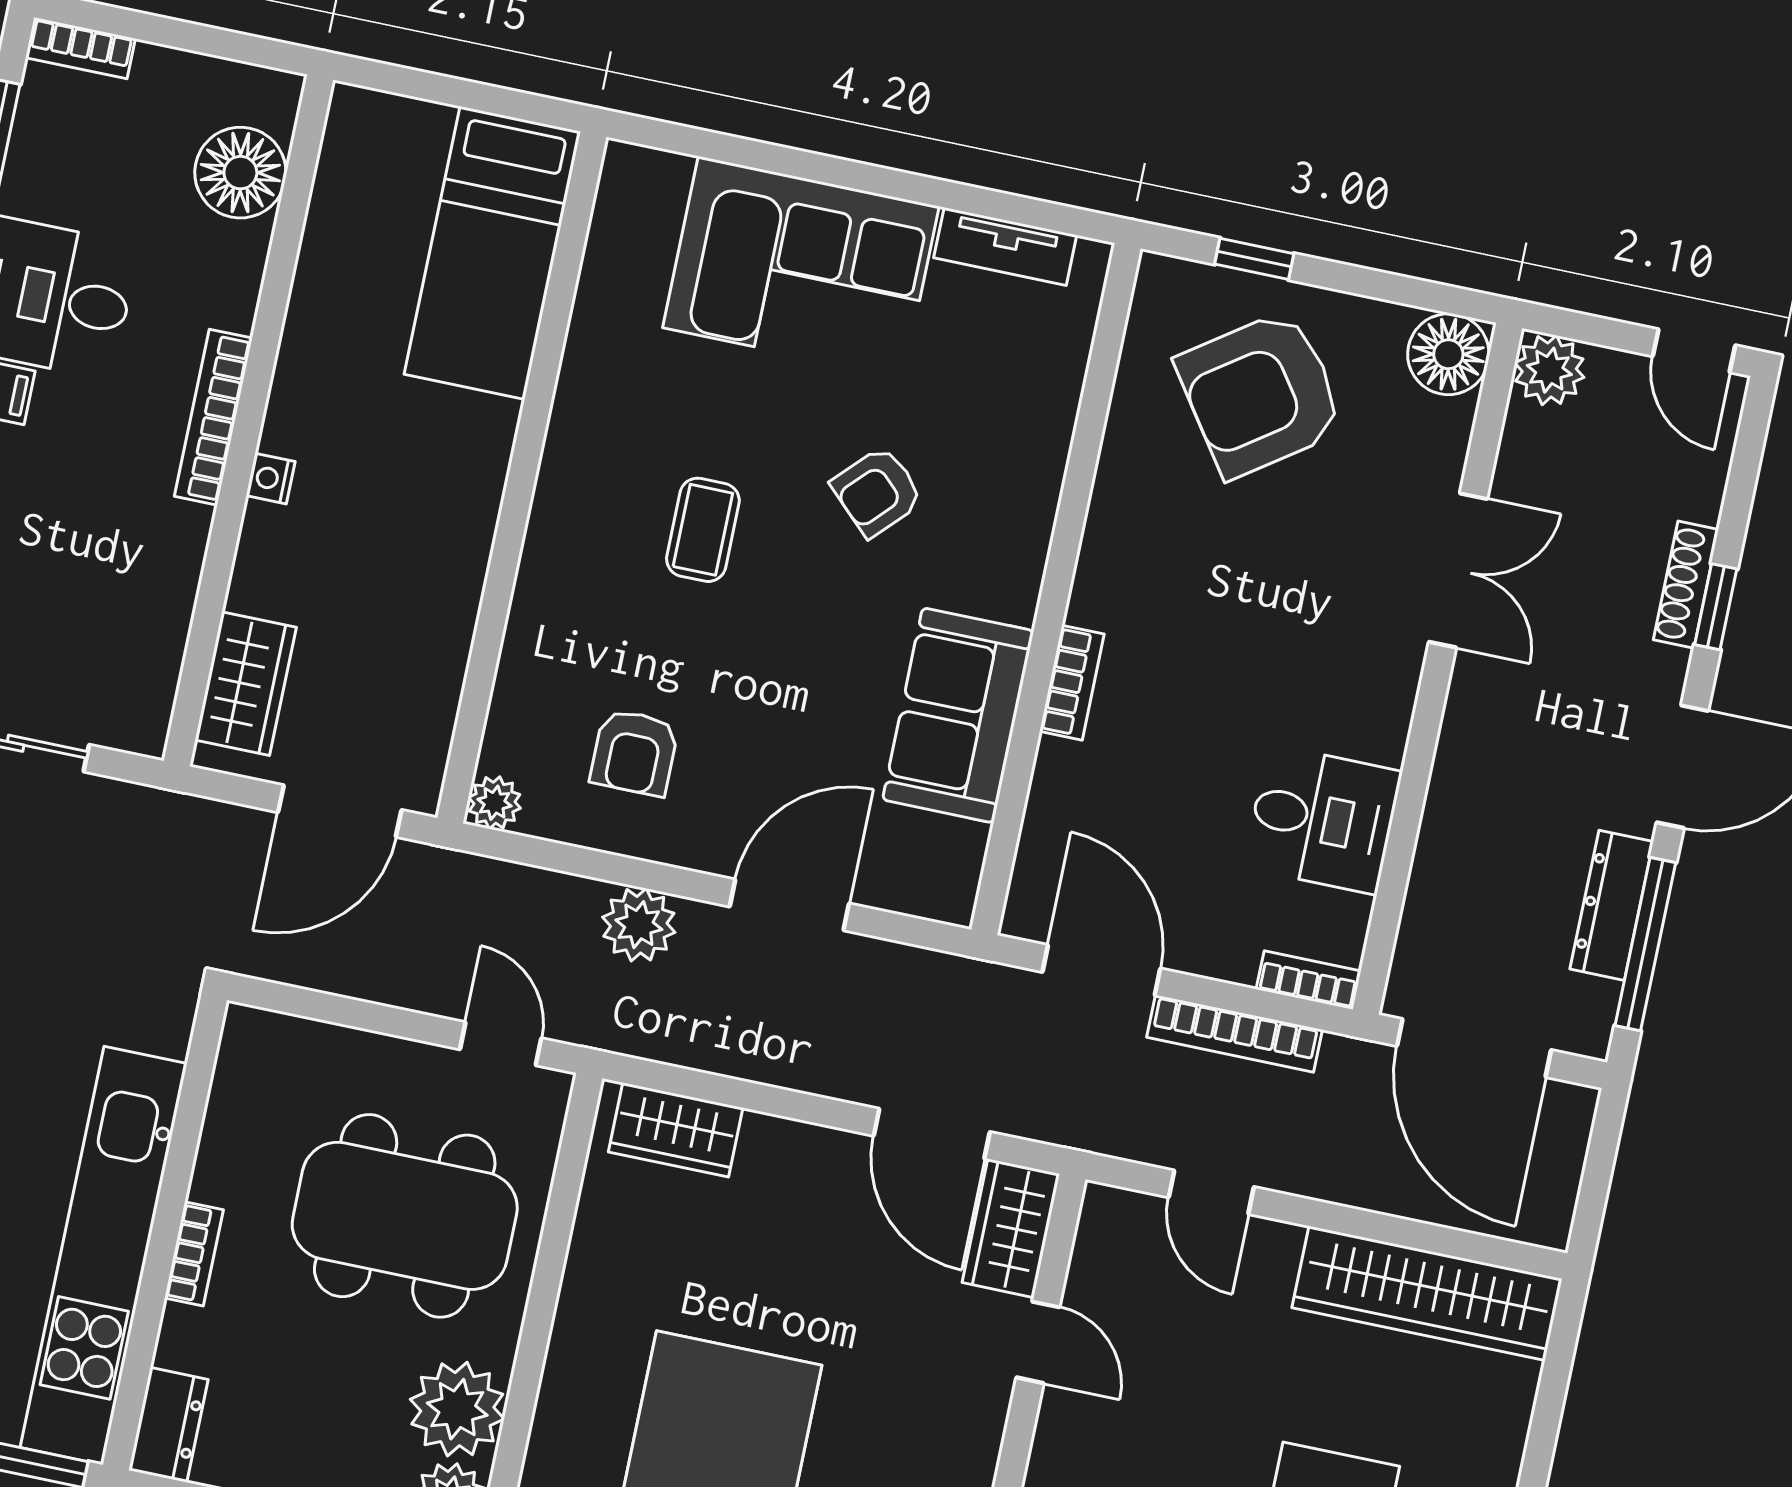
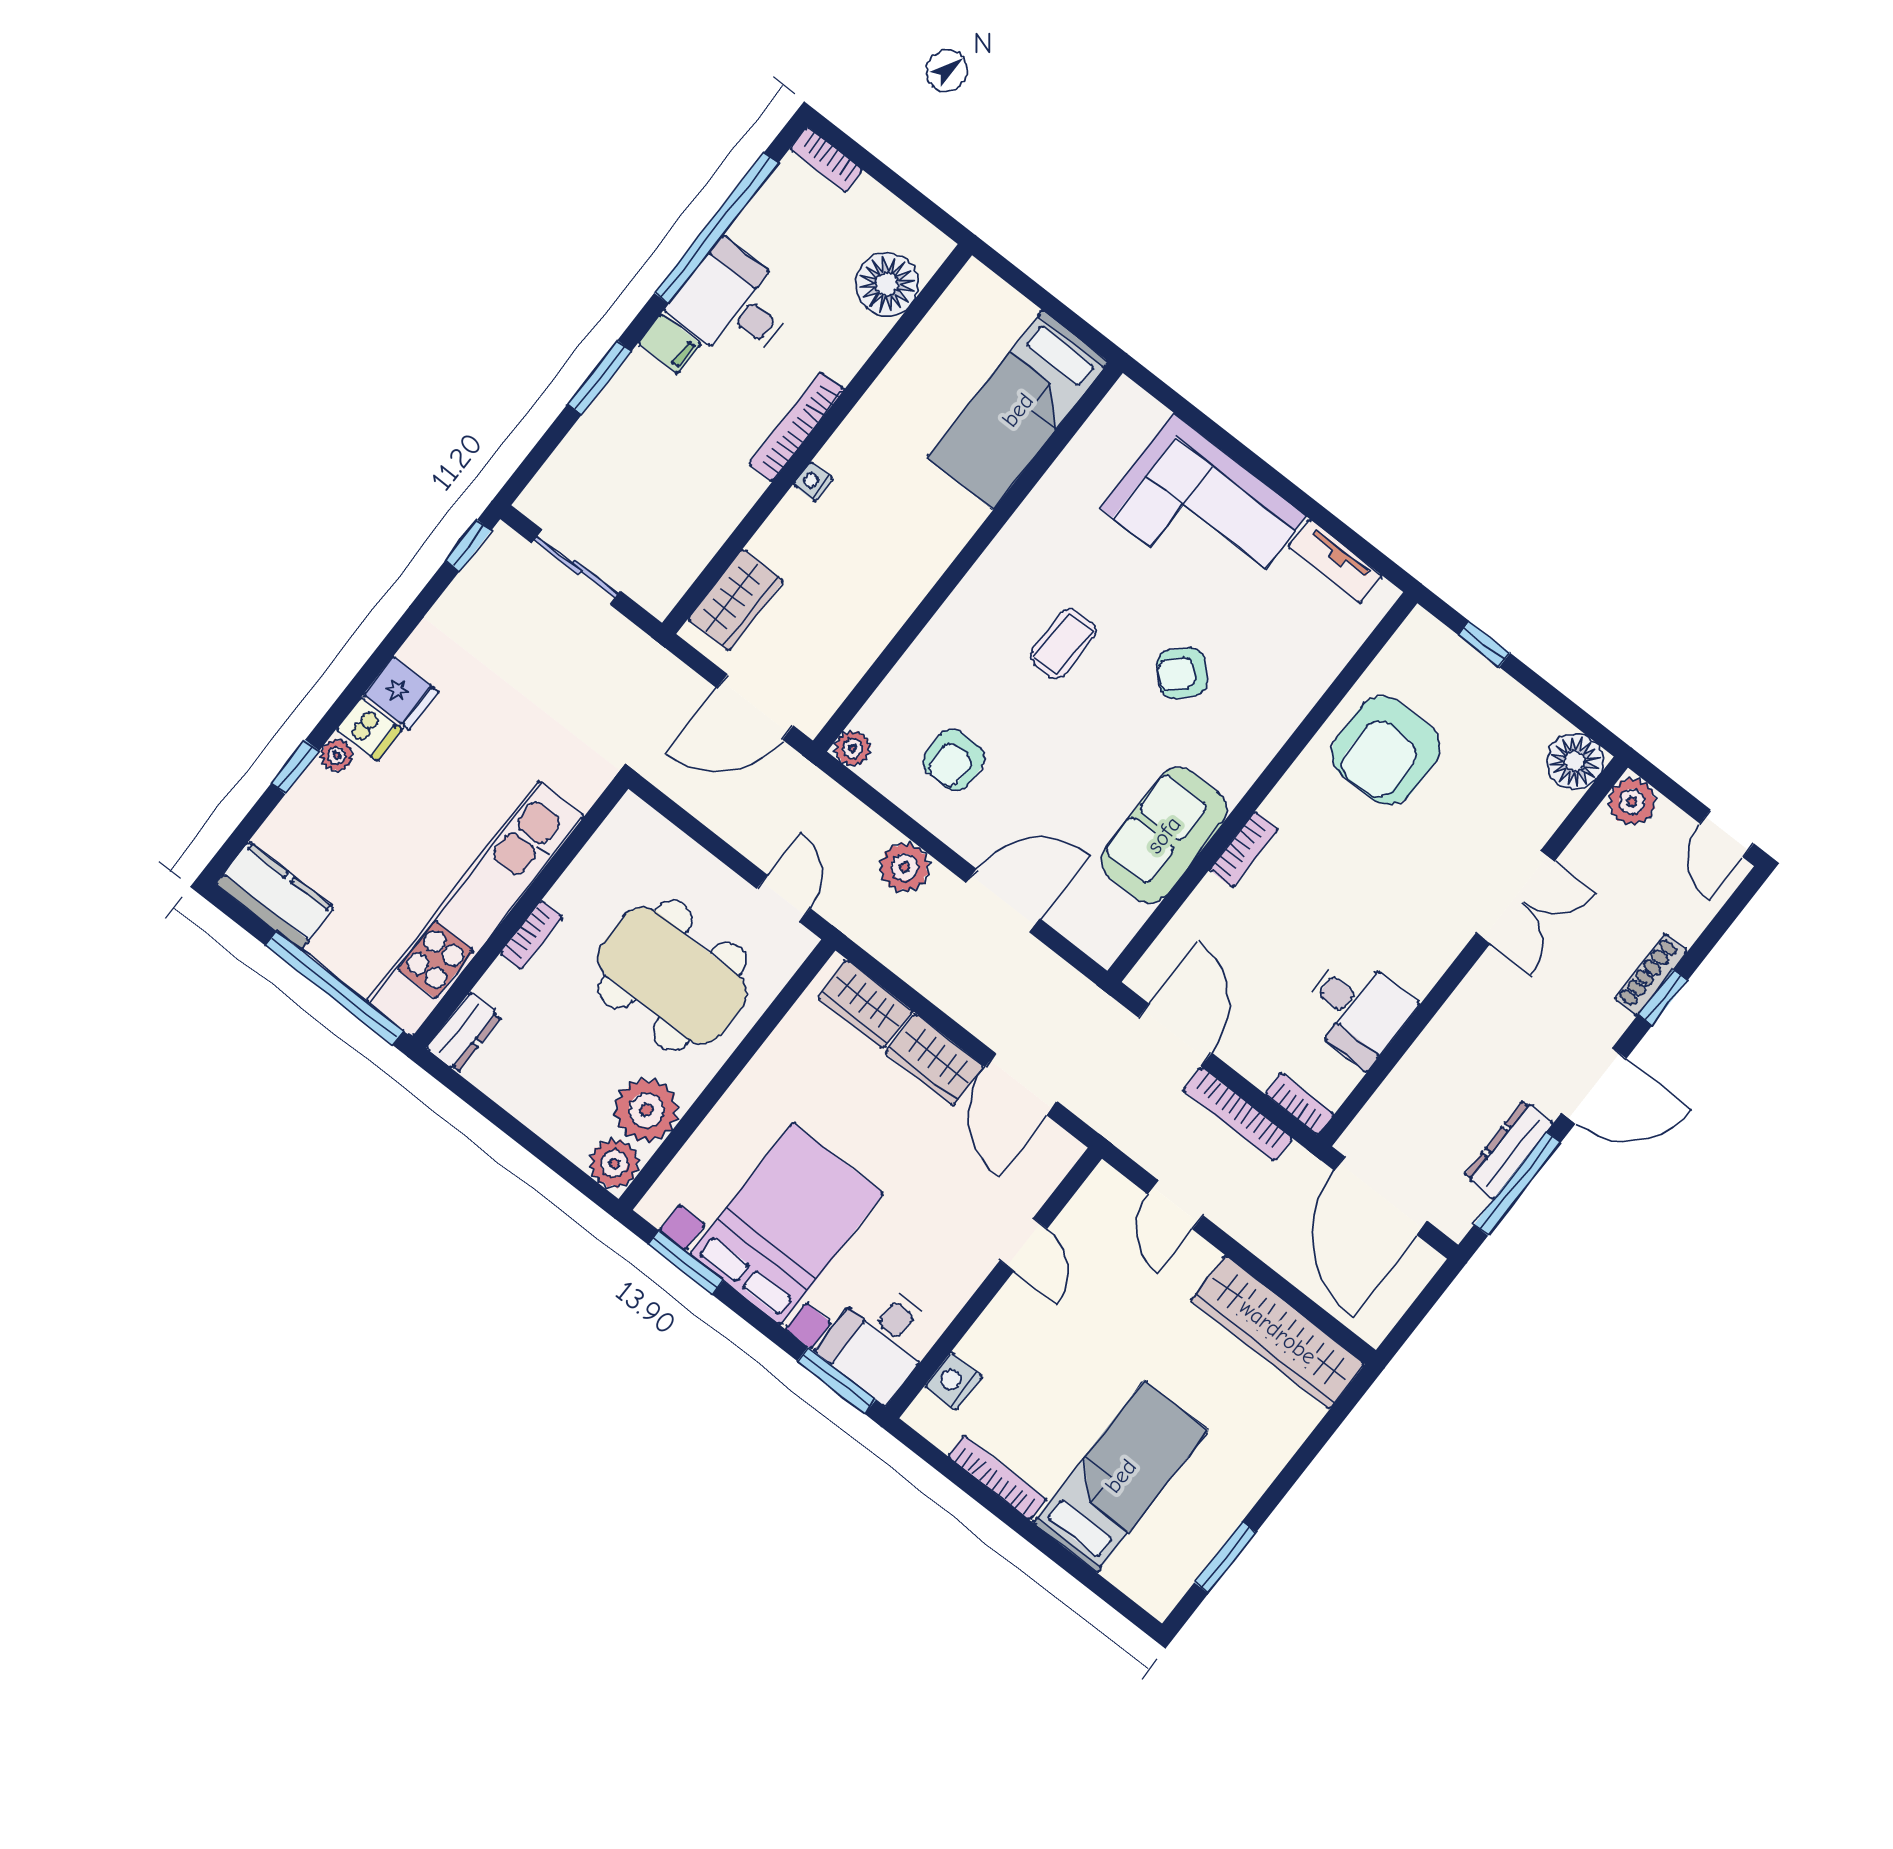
armchair: (1261, 394) -> (1386, 750), moved, turned -55
wardrobe: (1011, 1228) -> (935, 1060), moved, turned -90

